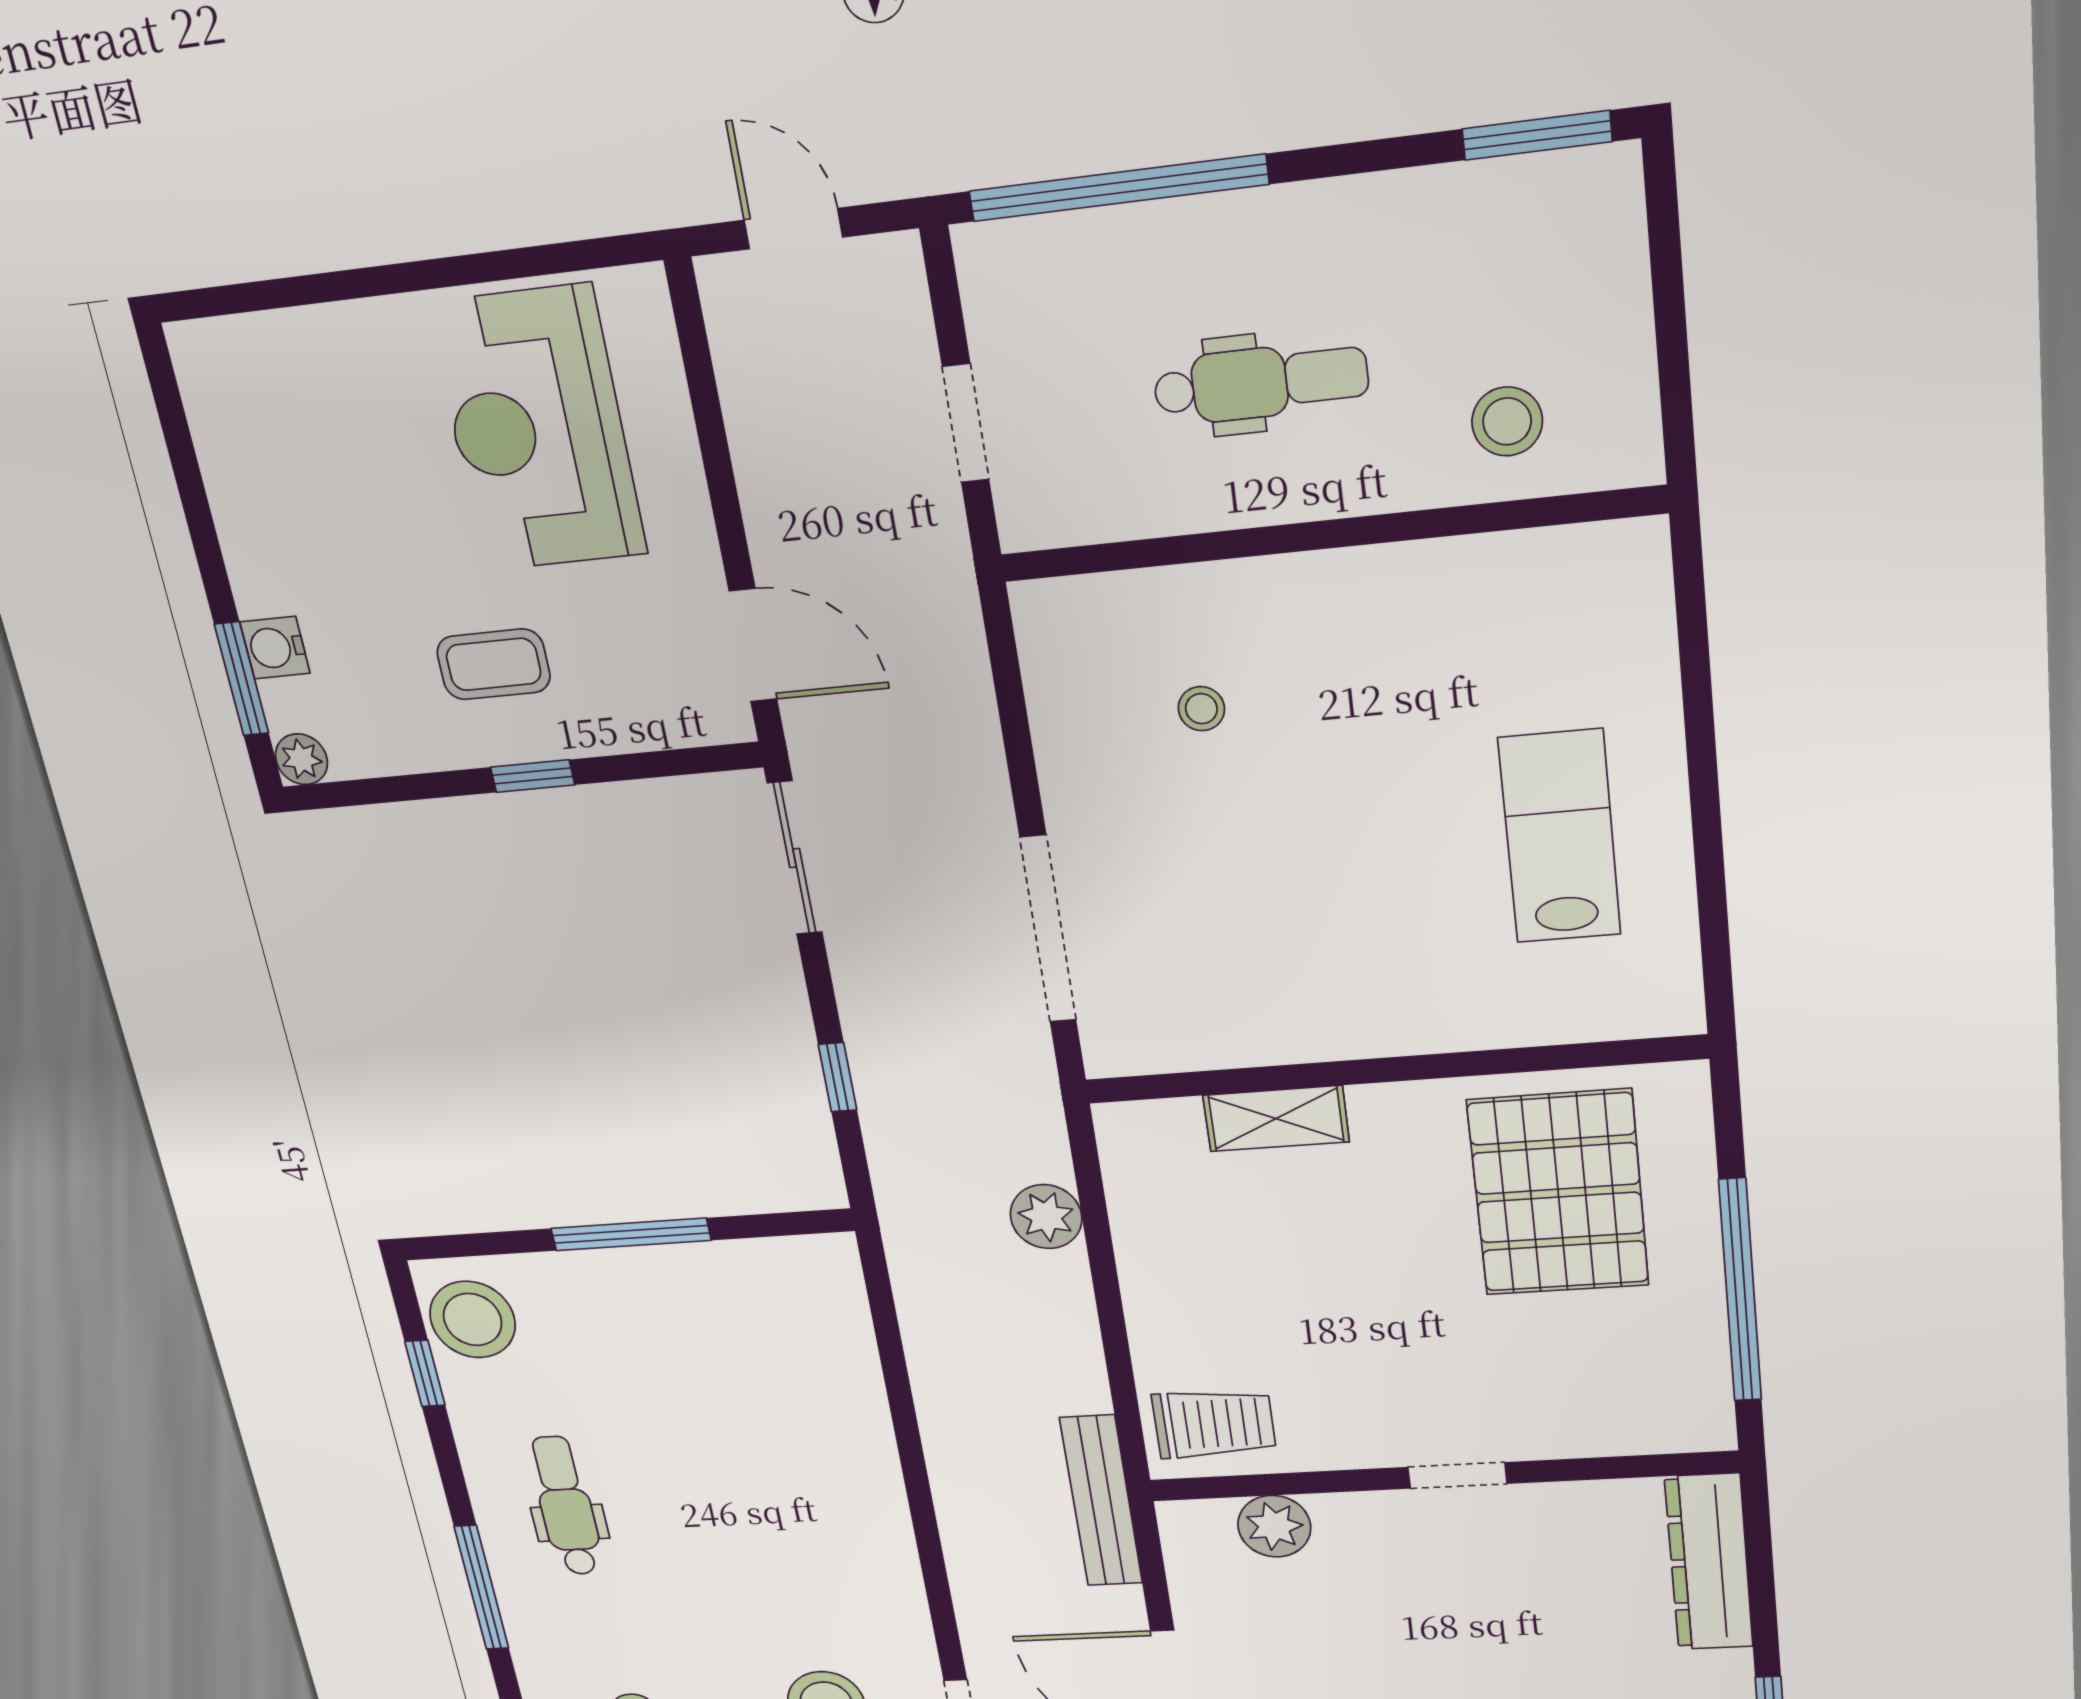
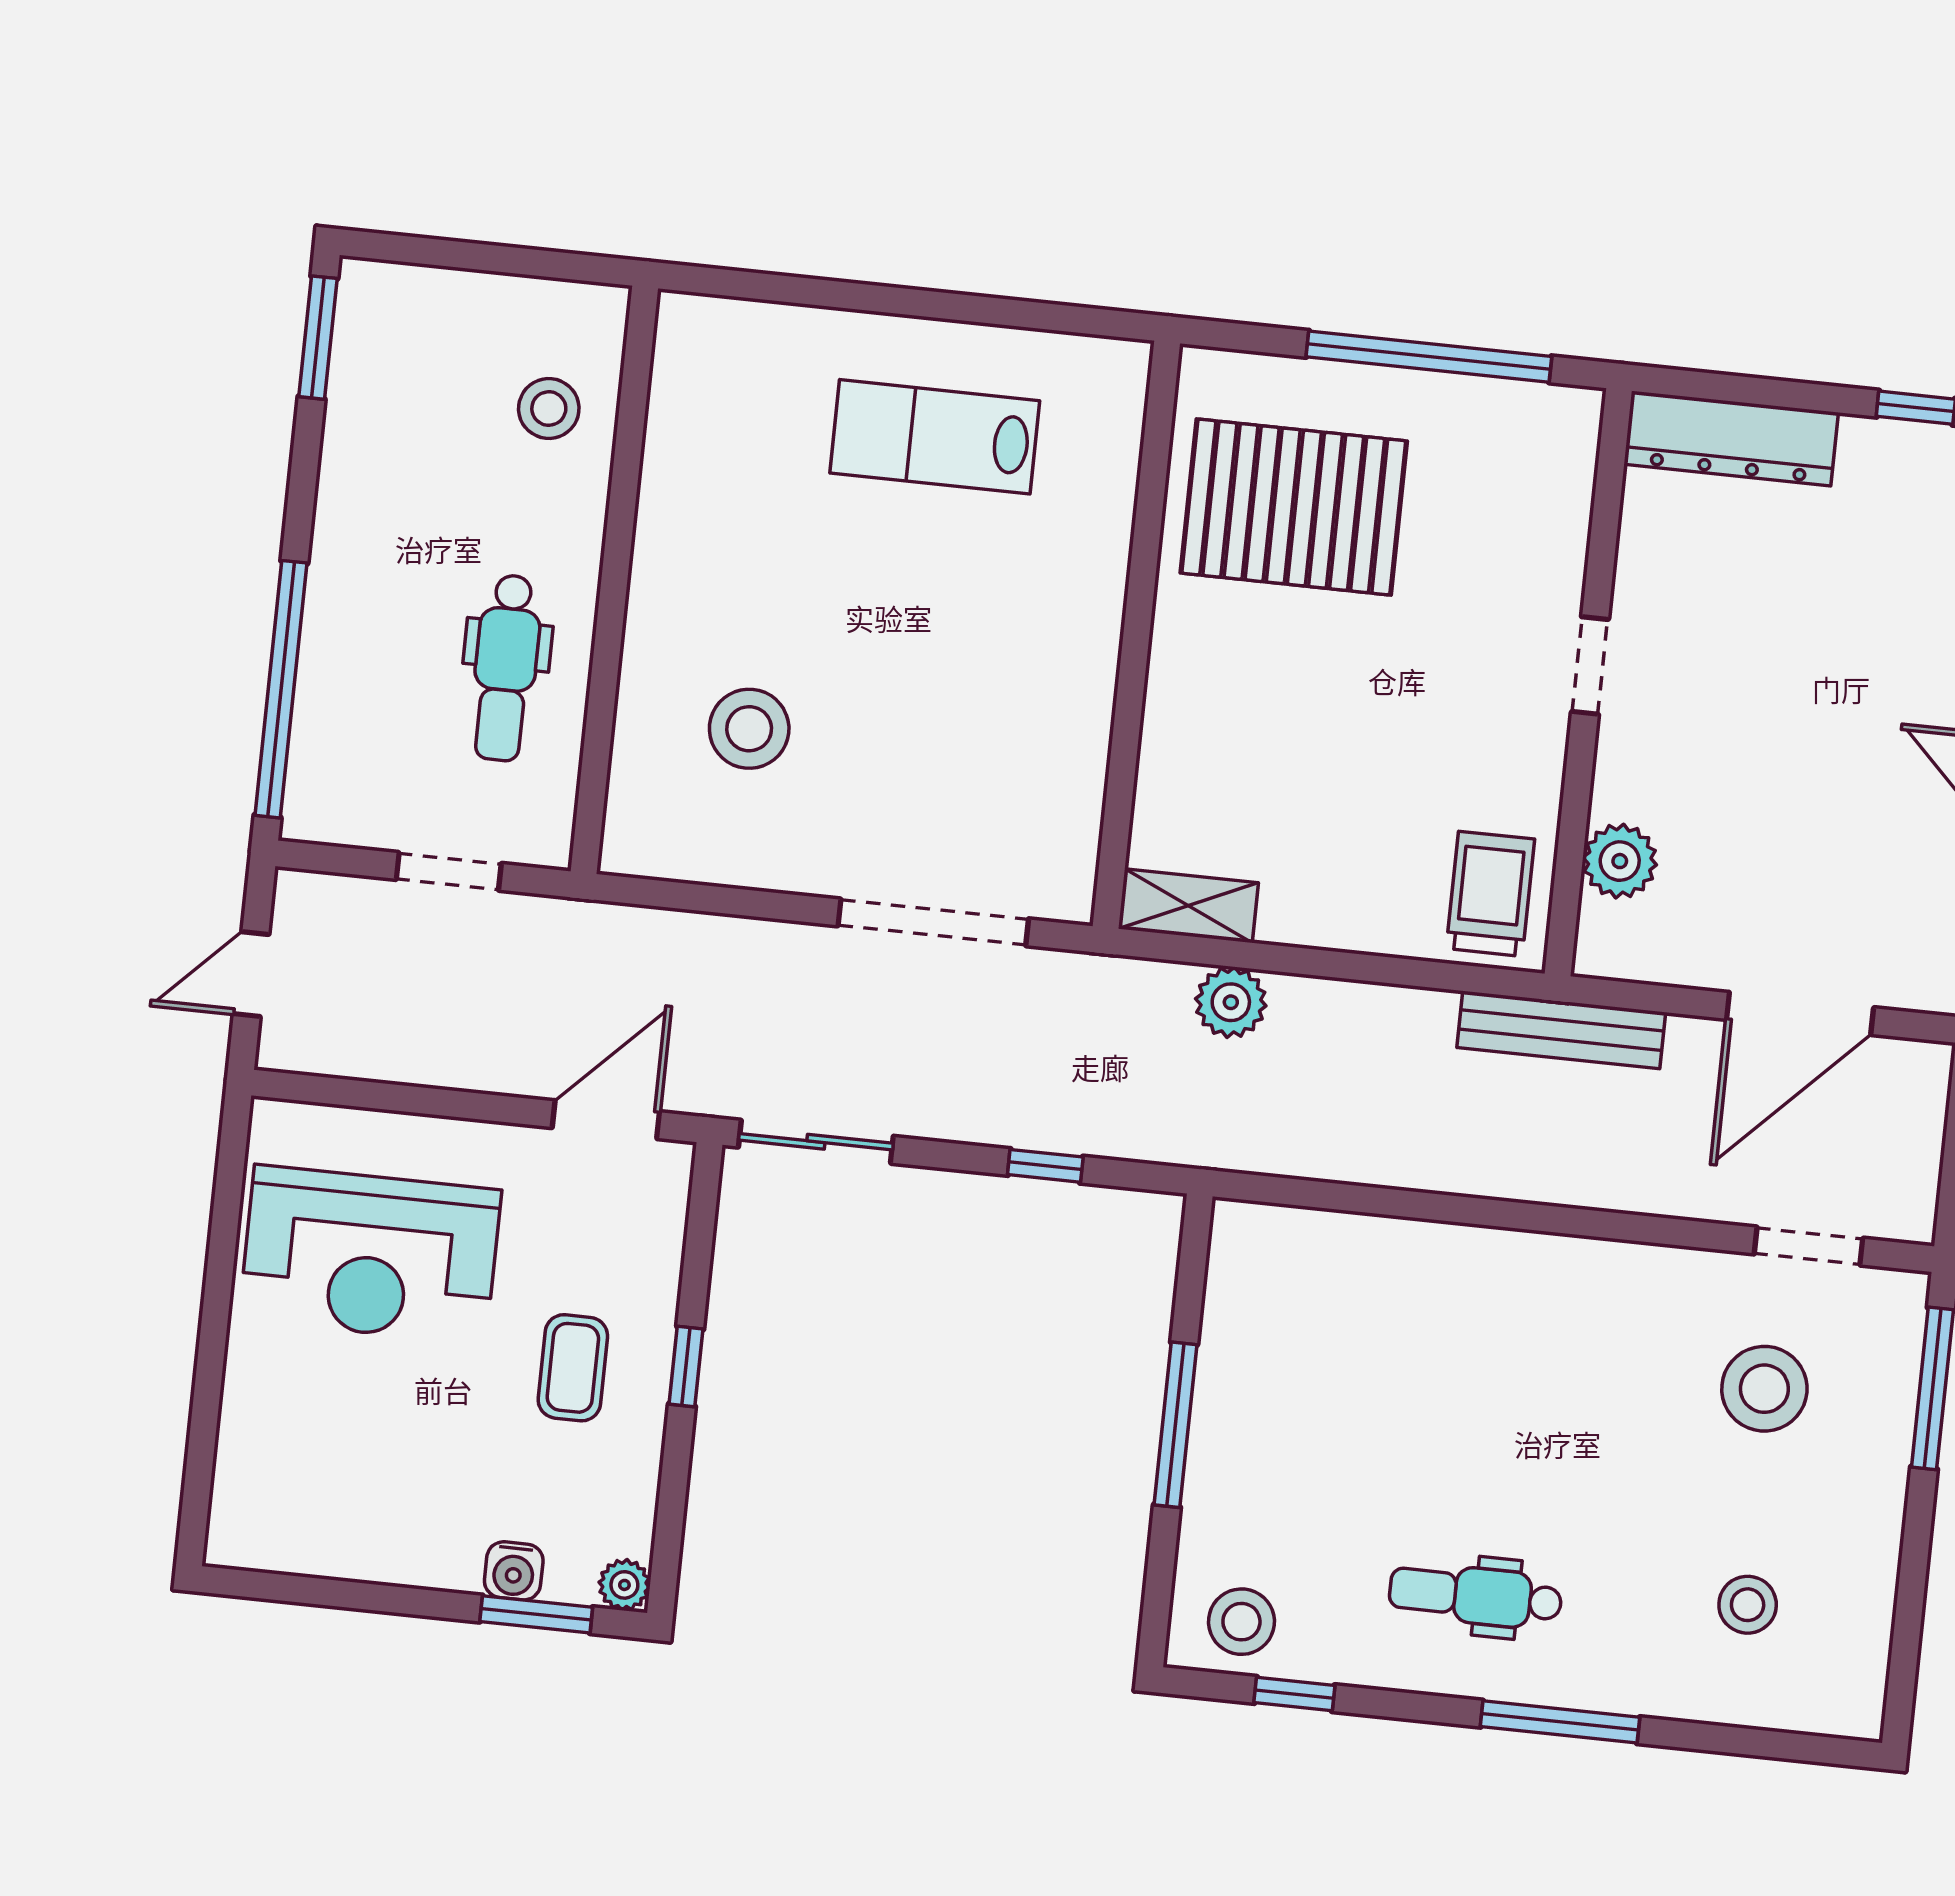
dental chair: (1261, 383) -> (506, 668), moved, turned 180
stool: (1201, 709) -> (749, 729), width x1.89, depth x1.89
shelving: (1276, 1119) -> (1188, 906), moved, turned 90
stool: (473, 1319) -> (1241, 1622), width x0.73, depth x0.73

